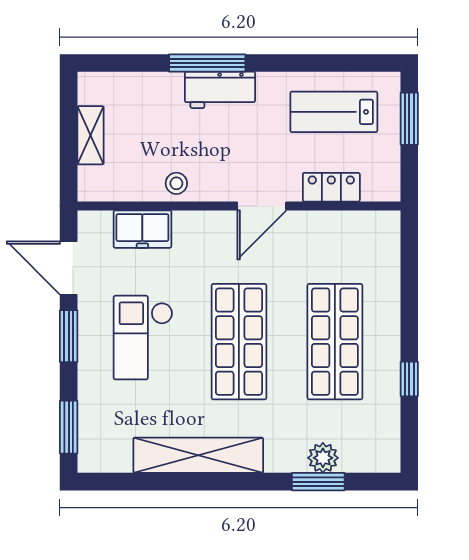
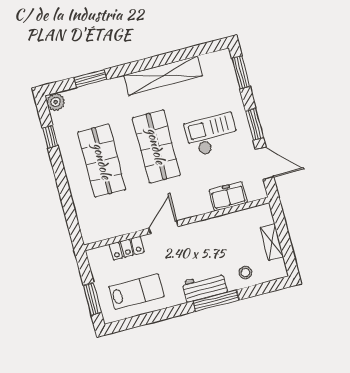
stool: (176, 183) -> (245, 273), moved
checkout: (143, 338) -> (212, 134), turned -90
window: (409, 379) -> (50, 137), moved
plant: (323, 458) -> (56, 102), moved

